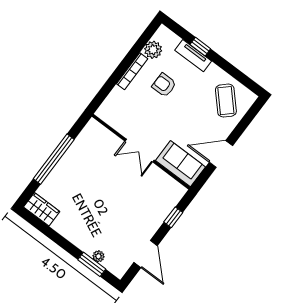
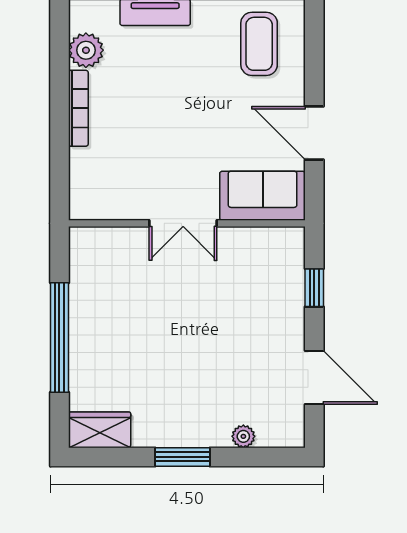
armchair: (164, 85) -> (145, 92), removed
coffee table: (226, 101) -> (259, 44), turned 43
door: (221, 154) -> (314, 133), hinge flipped
window: (92, 264) -> (183, 457), moved

